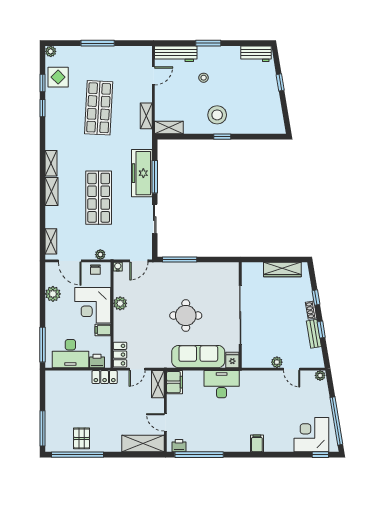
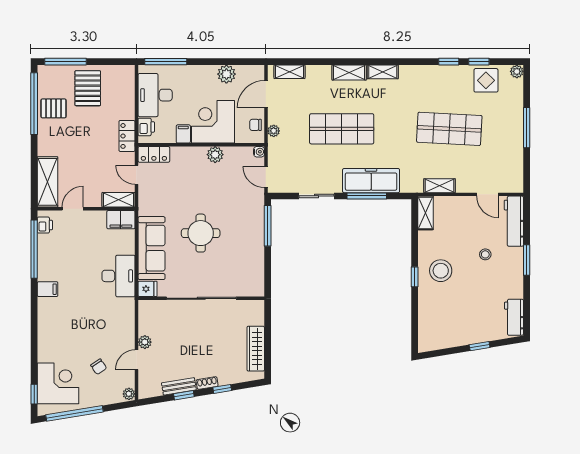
chair: (297, 401) -> (99, 367), added
pallet: (65, 410) -> (88, 88), added
filing cabinet: (257, 443) -> (48, 289), moved

